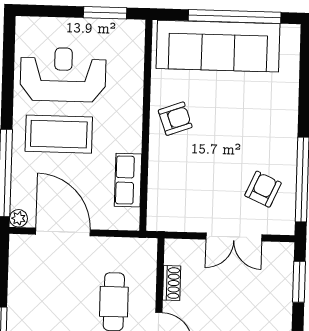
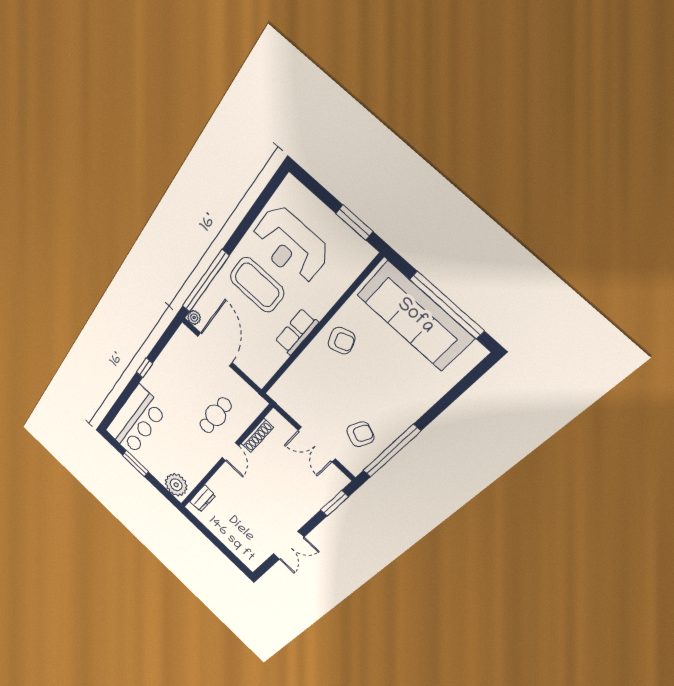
reception desk: (63, 75) -> (290, 245), turned 180
row of seats: (128, 180) -> (296, 332), moved
shoe rack: (172, 283) -> (257, 436), width x1.43

